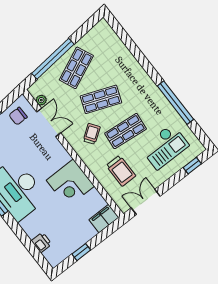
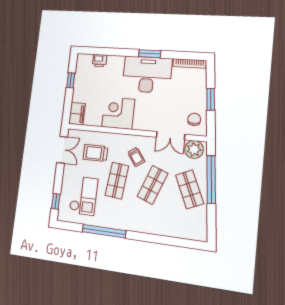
plant: (41, 100) -> (194, 149), width x1.88, depth x1.88
checkout: (165, 147) -> (84, 196), turned 180

